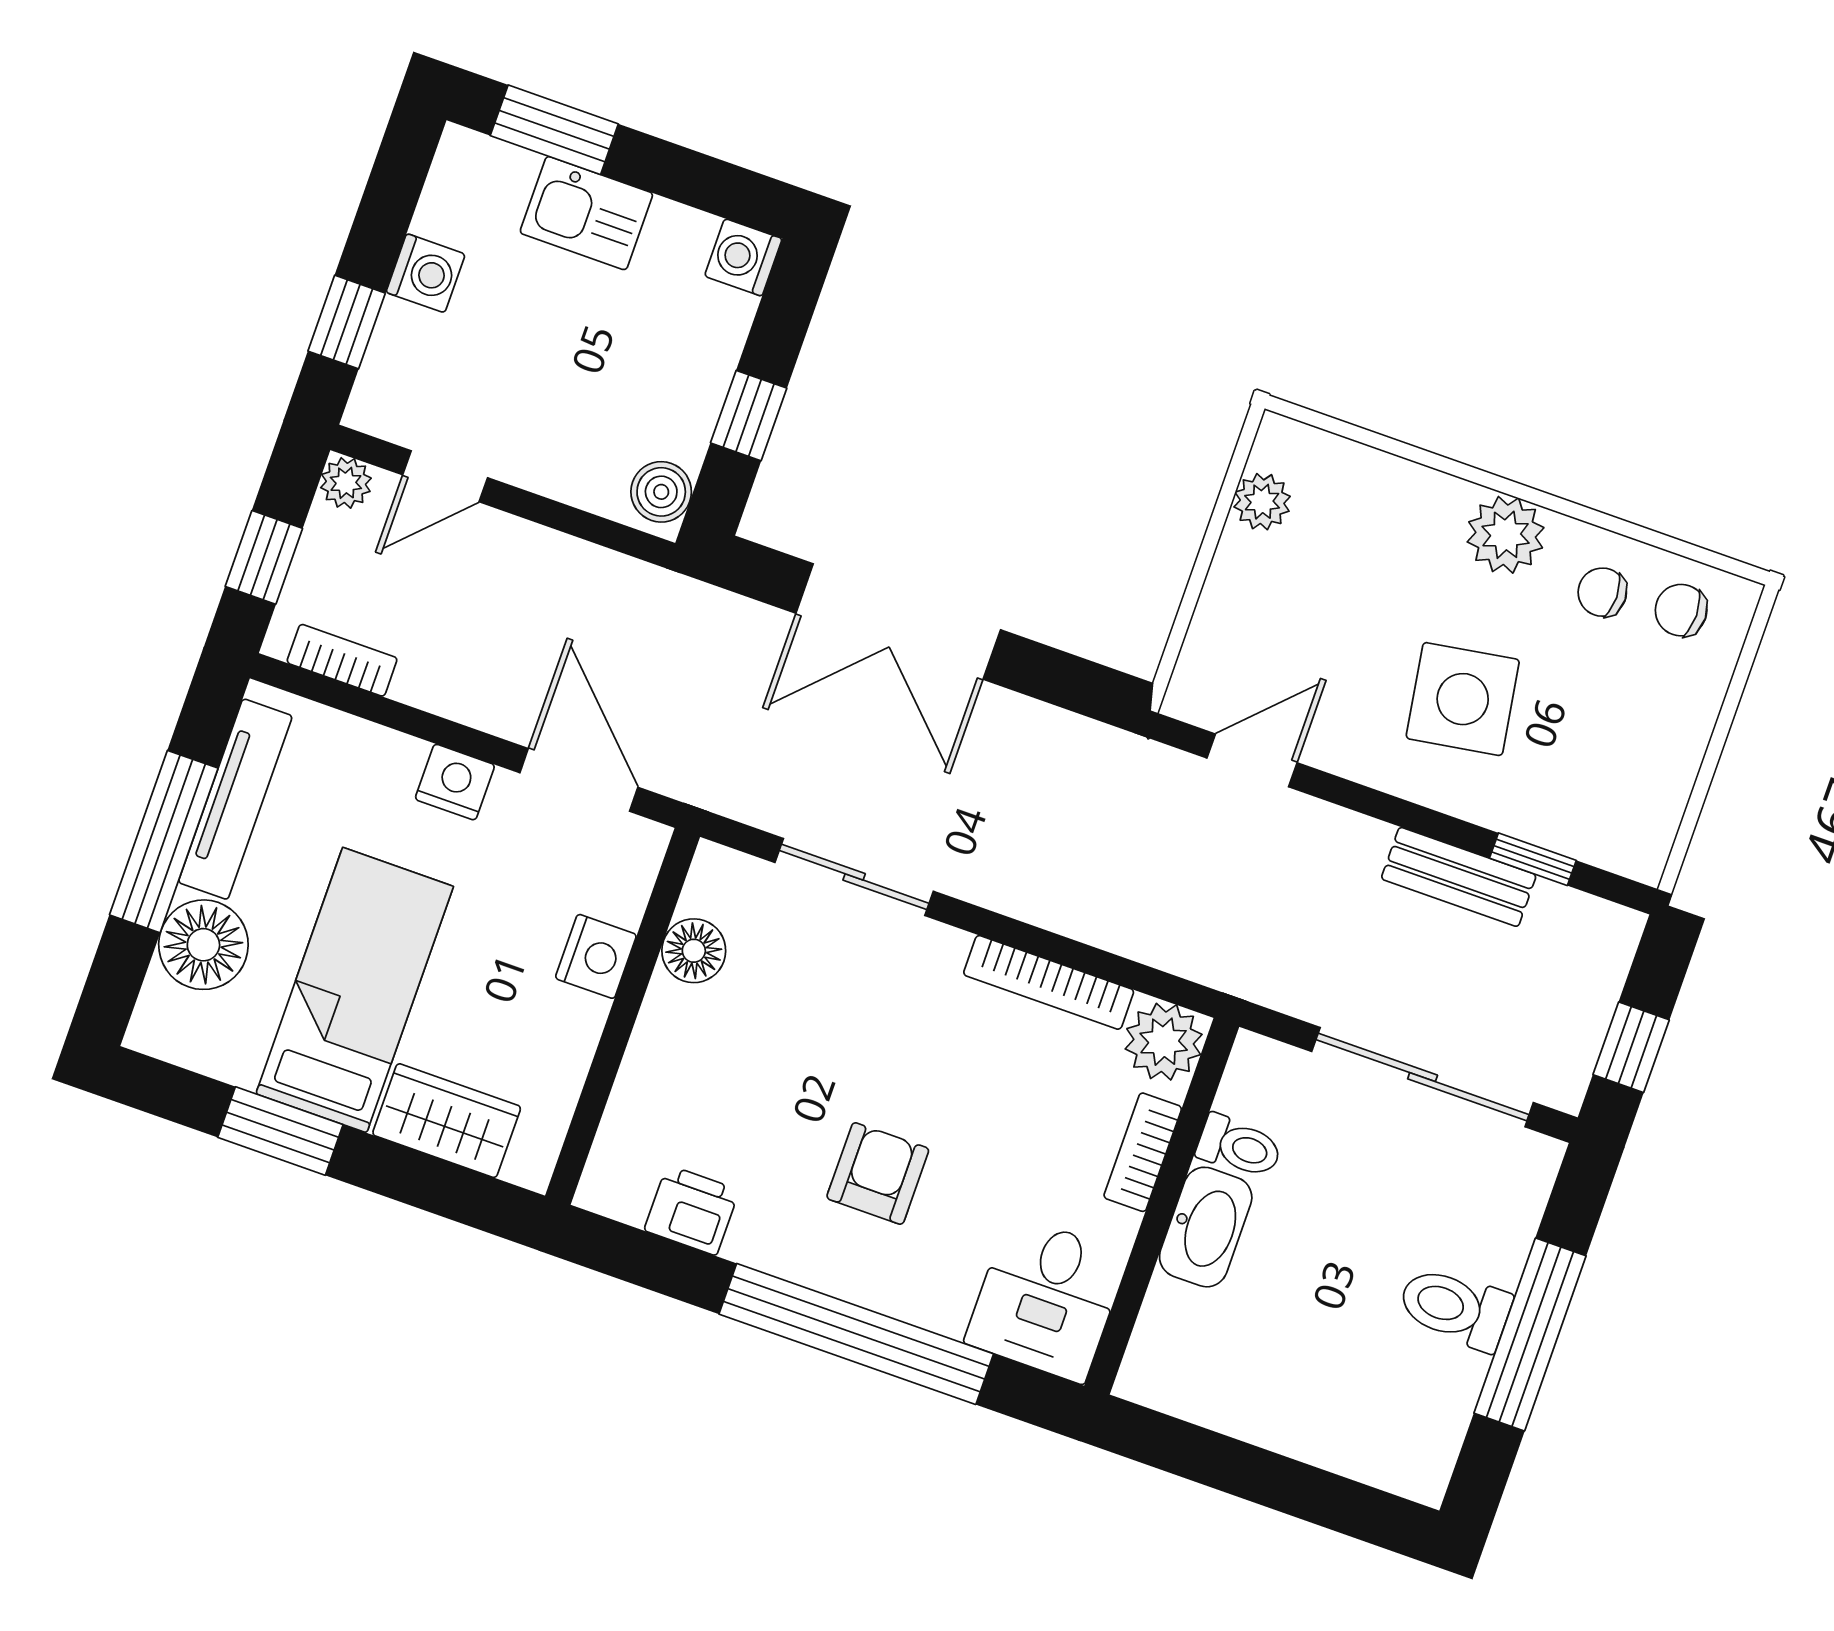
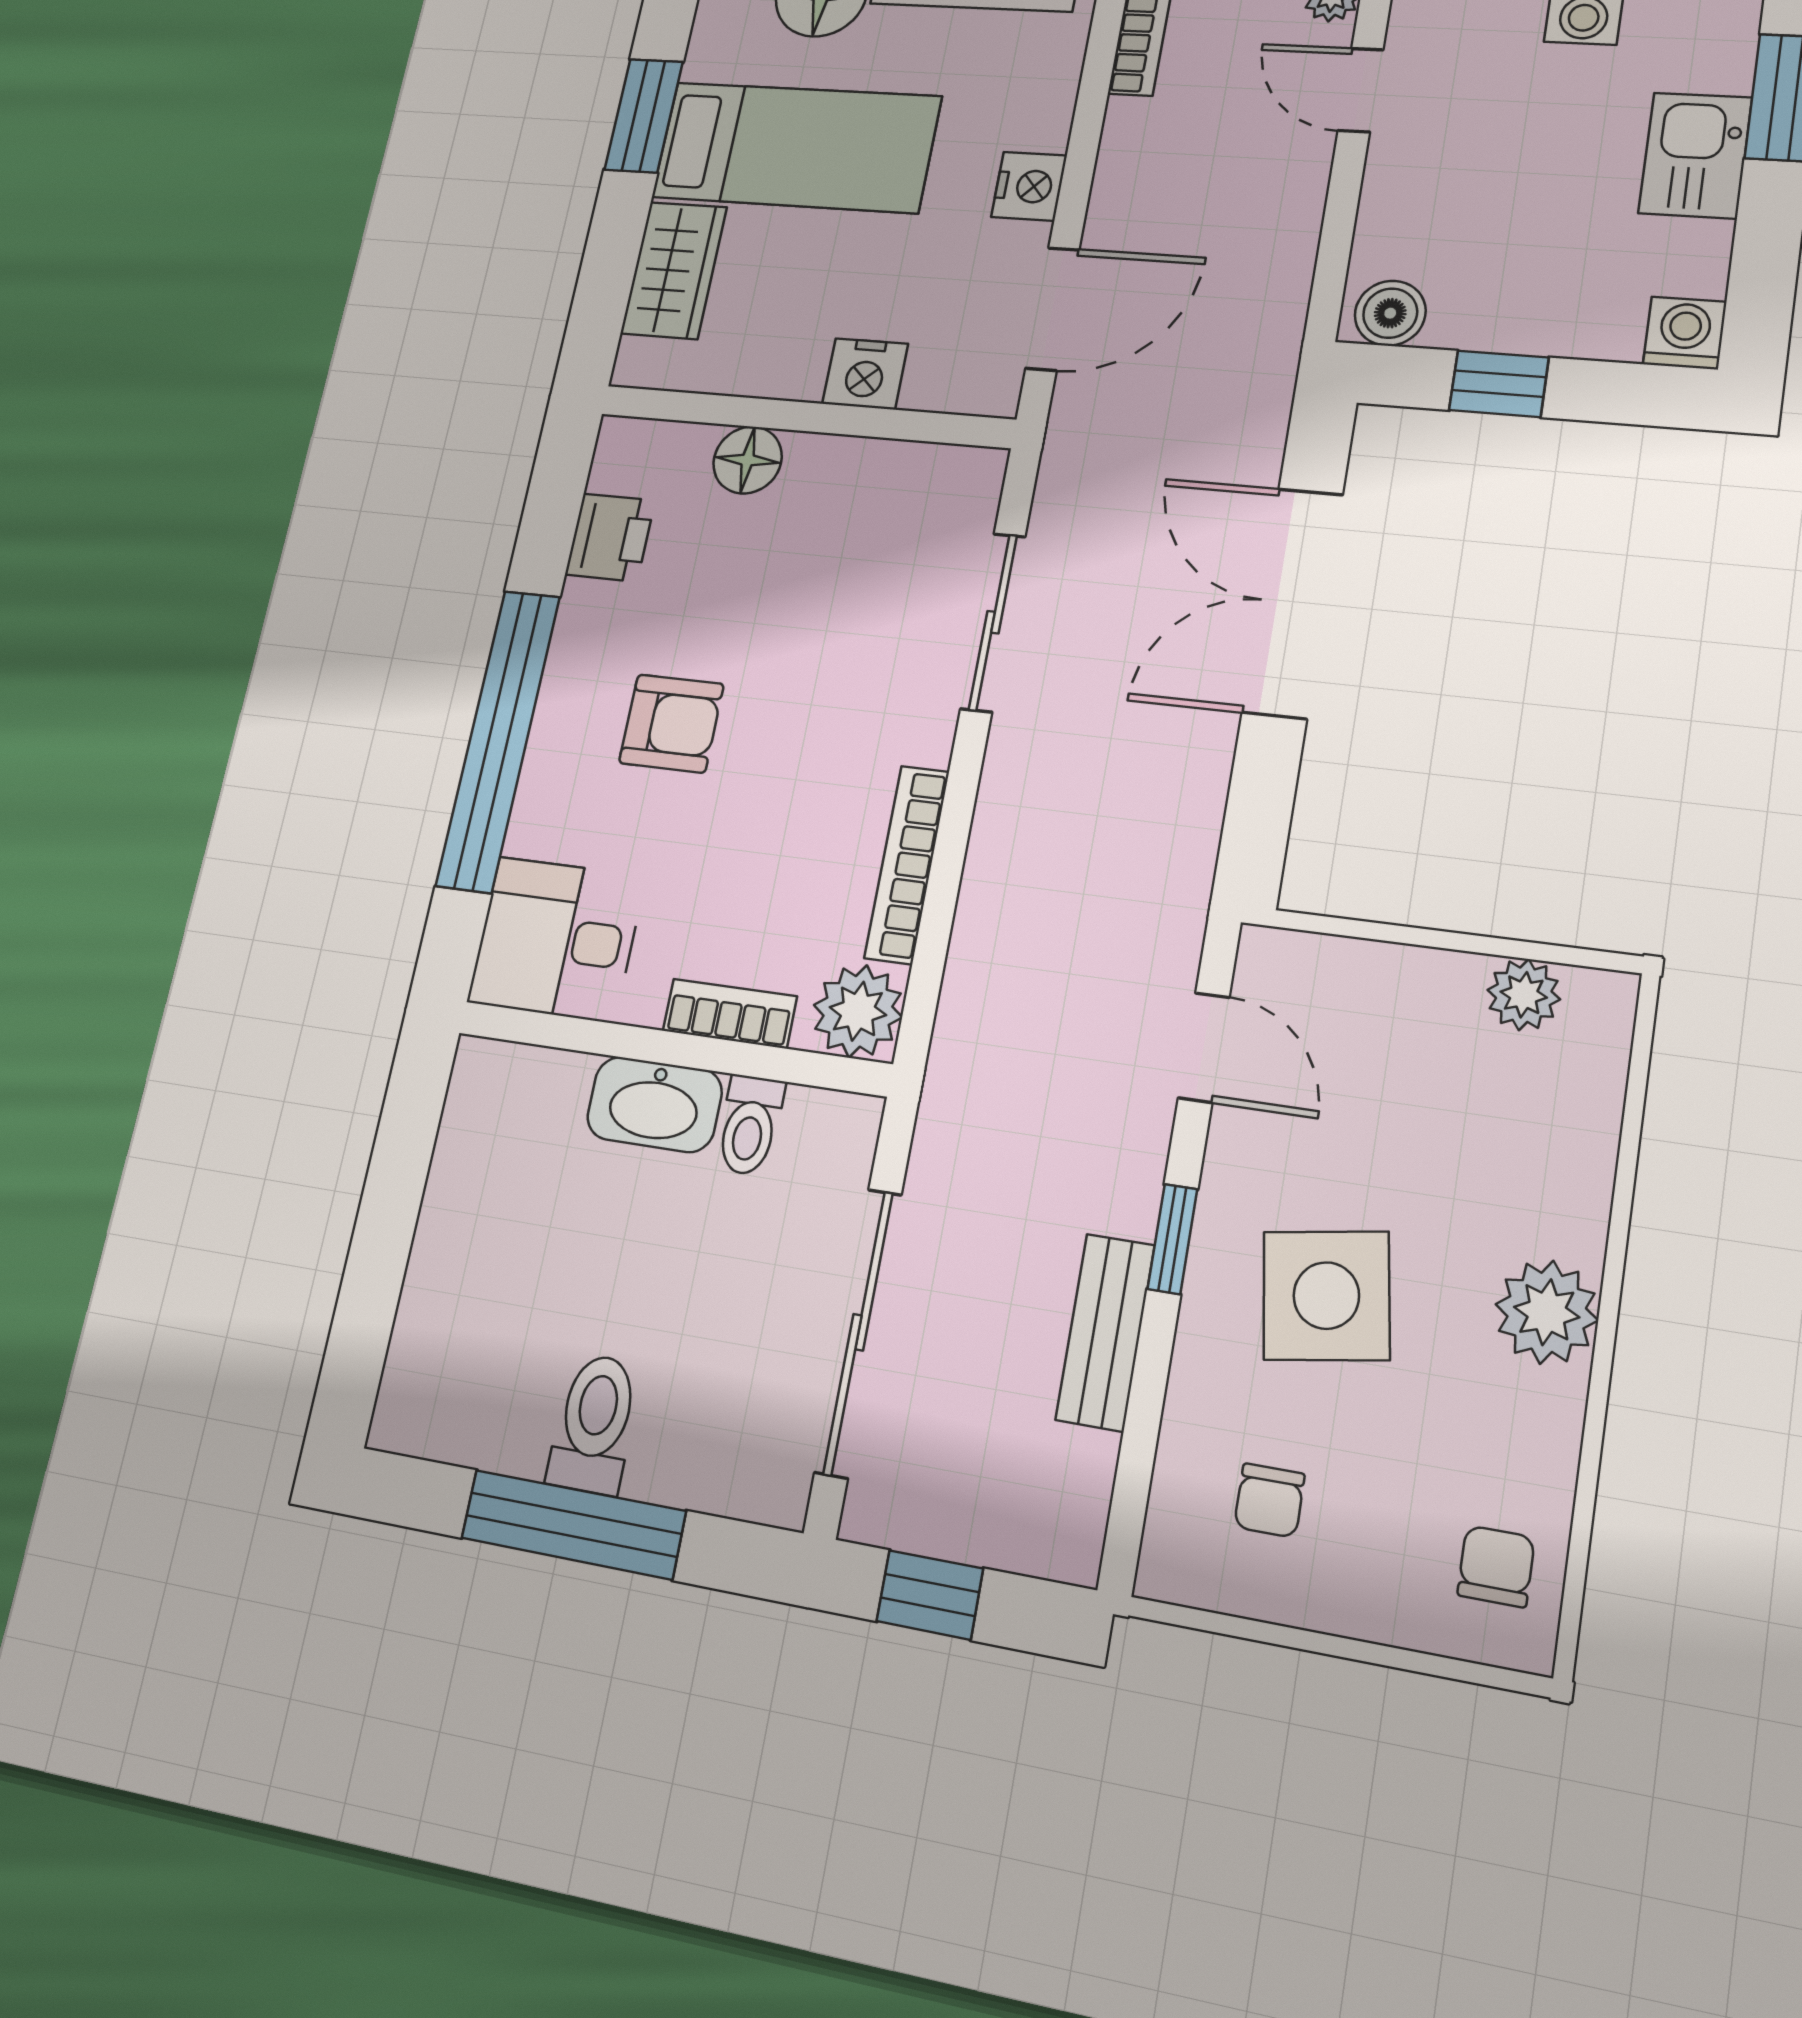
chair: (1602, 592) -> (1269, 1500), moved, turned 180
window: (1533, 859) -> (1172, 1239), moved
floor lamp: (694, 951) -> (748, 460), moved

